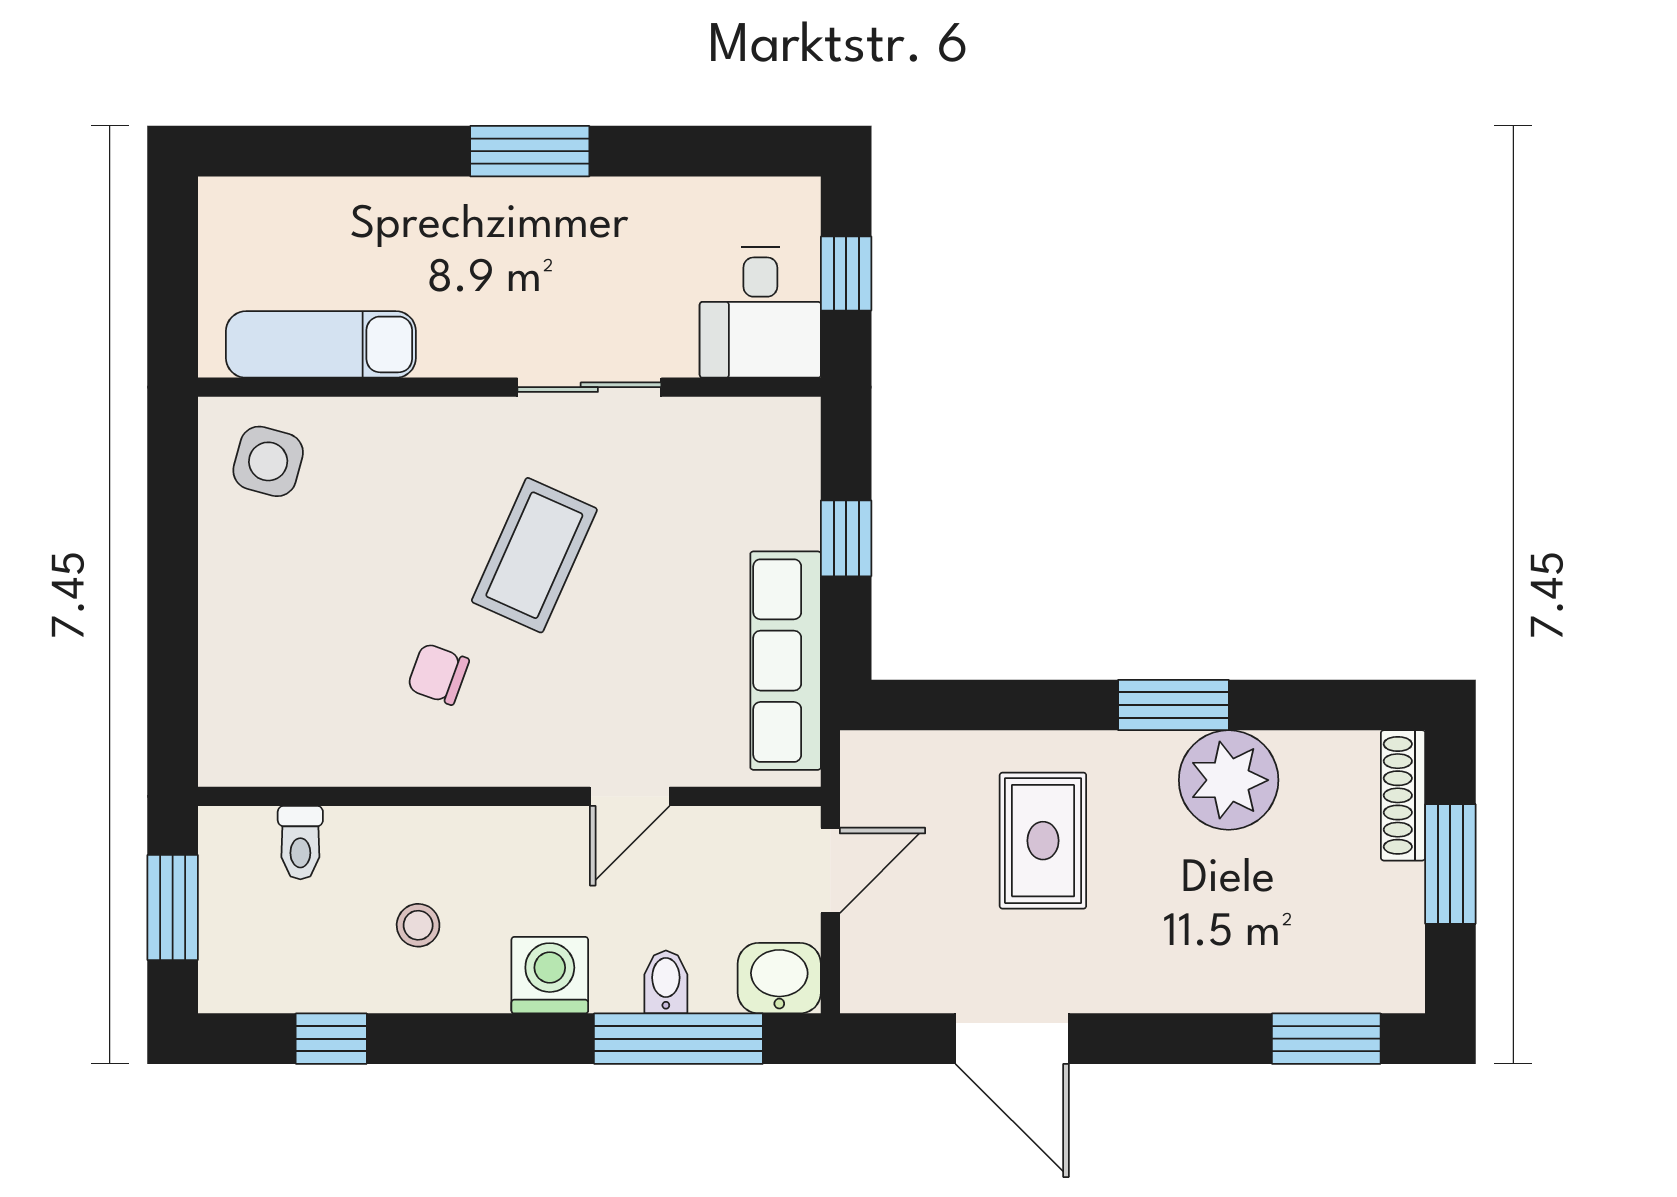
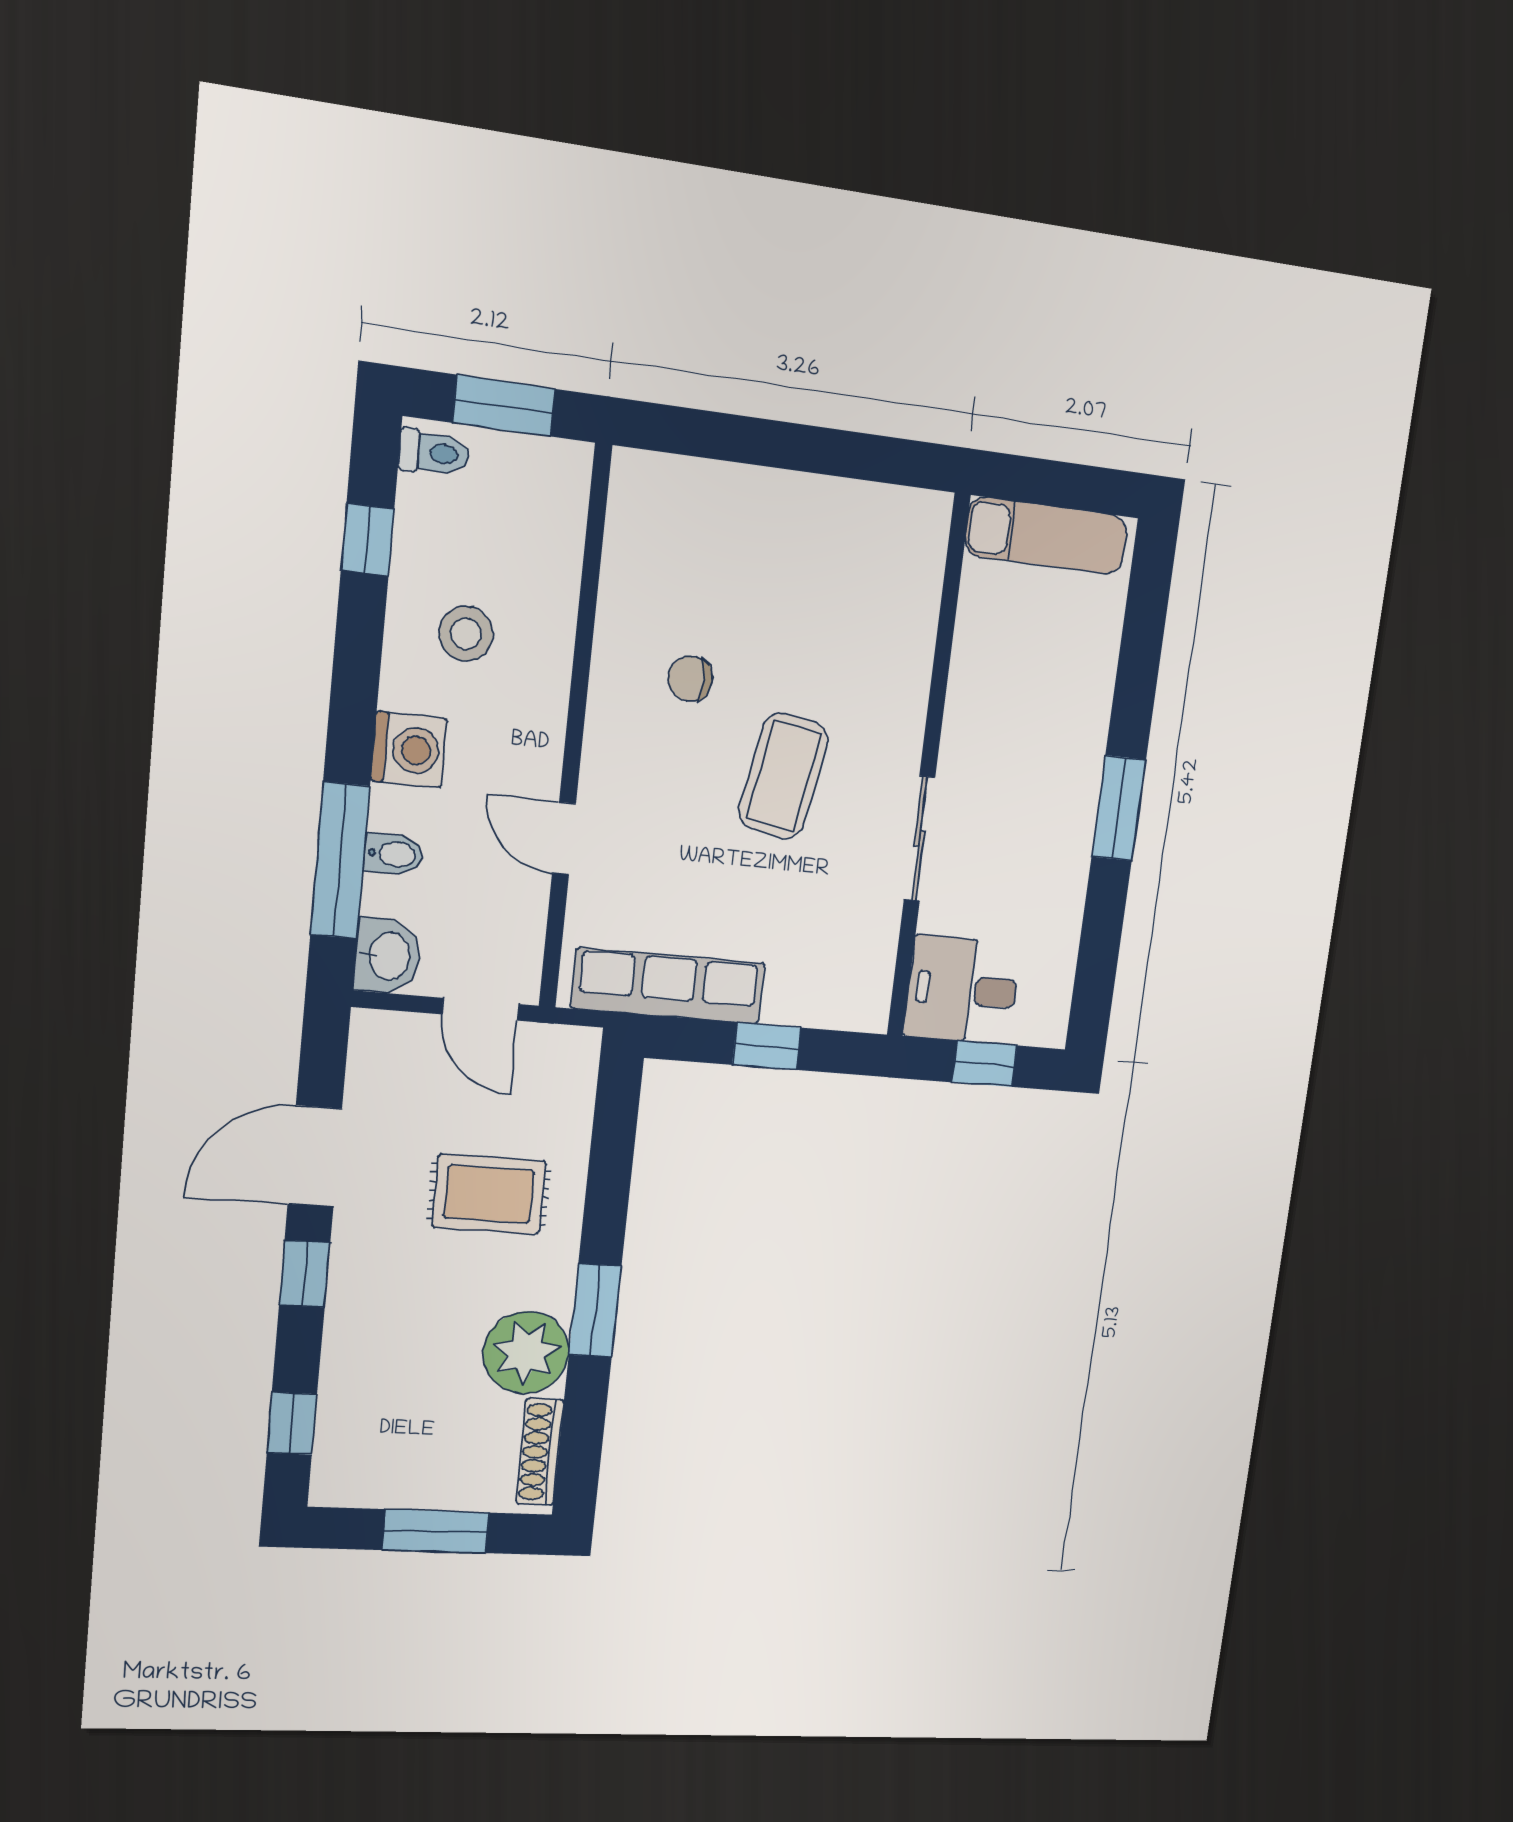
exam couch: (321, 344) -> (1046, 536), moved, turned 90
side table: (268, 461) -> (892, 549), removed
coffee table: (534, 555) -> (784, 776), turned 76
chair: (438, 674) -> (690, 679), turned -110
shoe rack: (1403, 795) -> (540, 1452), moved, turned -90
toilet: (300, 843) -> (434, 453), moved, turned 180
stool: (418, 925) -> (466, 634), width x1.37, depth x1.37
window: (1149, 1039) -> (305, 1274), added
window: (1326, 1039) -> (292, 1424), width x0.67

